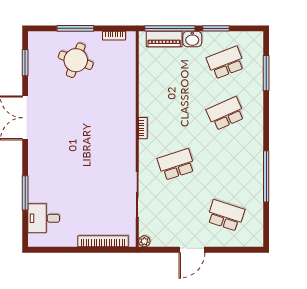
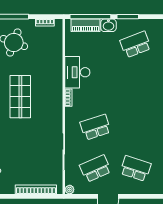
desk: (154, 97) -> (77, 72), added
school desk: (226, 114) -> (95, 168), moved
shop shelf: (84, 127) -> (20, 97), added

